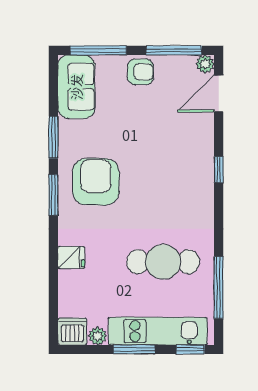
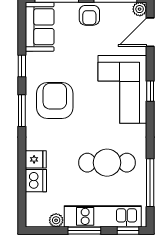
armchair: (140, 72) -> (89, 15), turned 90
window: (53, 137) -> (22, 66), width x0.67
corner sofa: (183, 167) -> (122, 89), added
dishwasher: (72, 332) -> (36, 181), moved, turned 90

